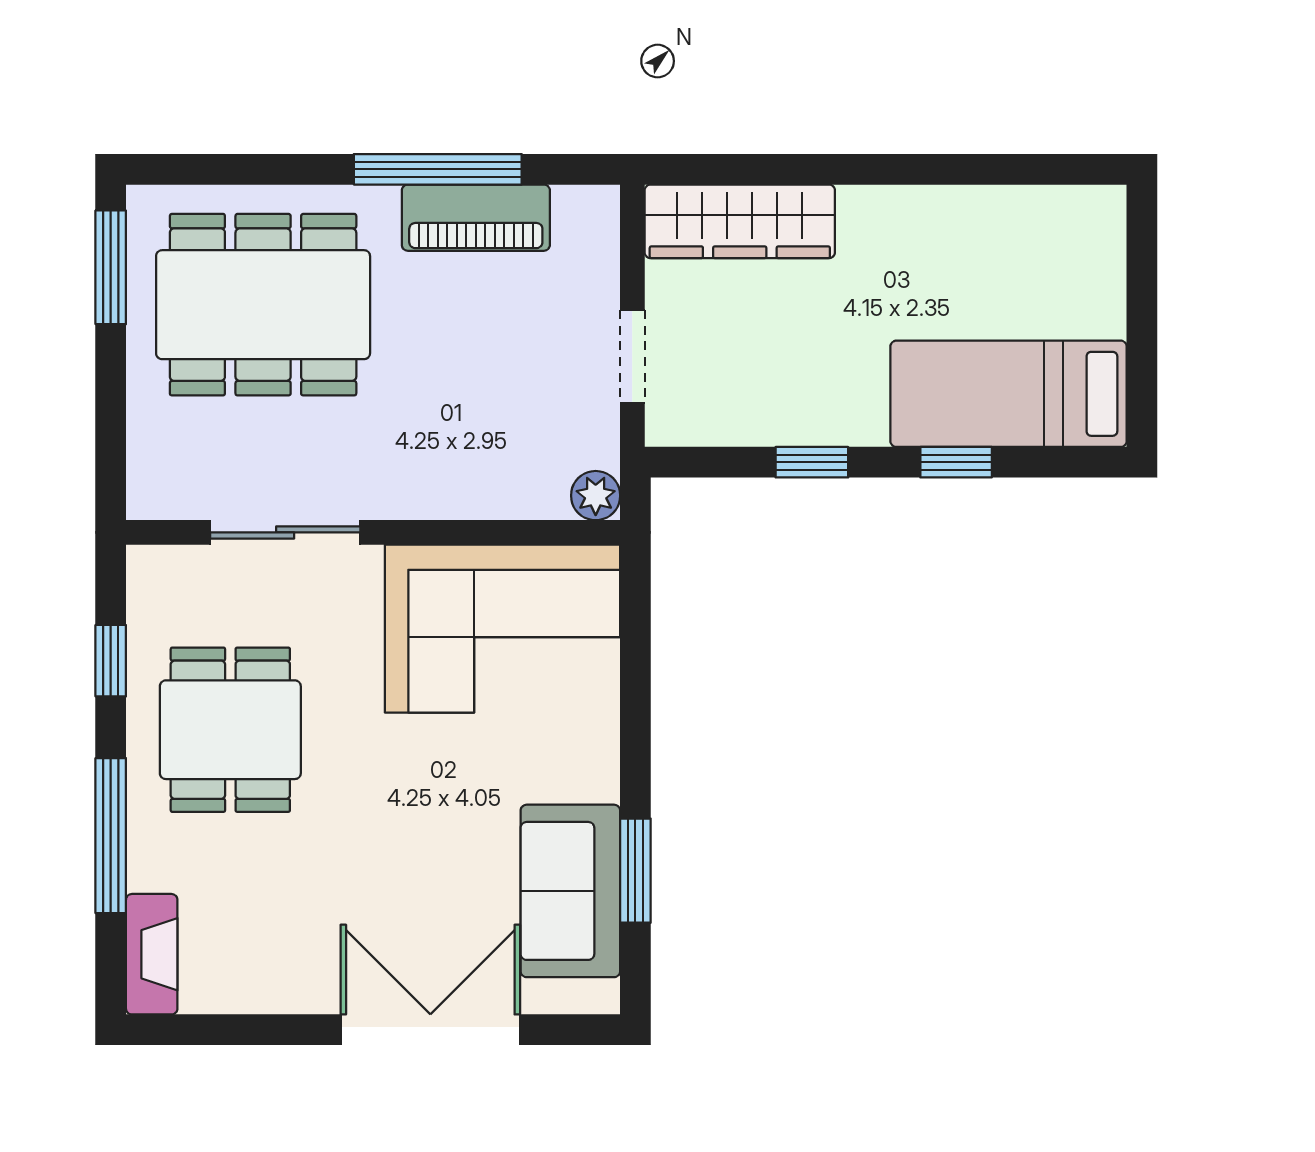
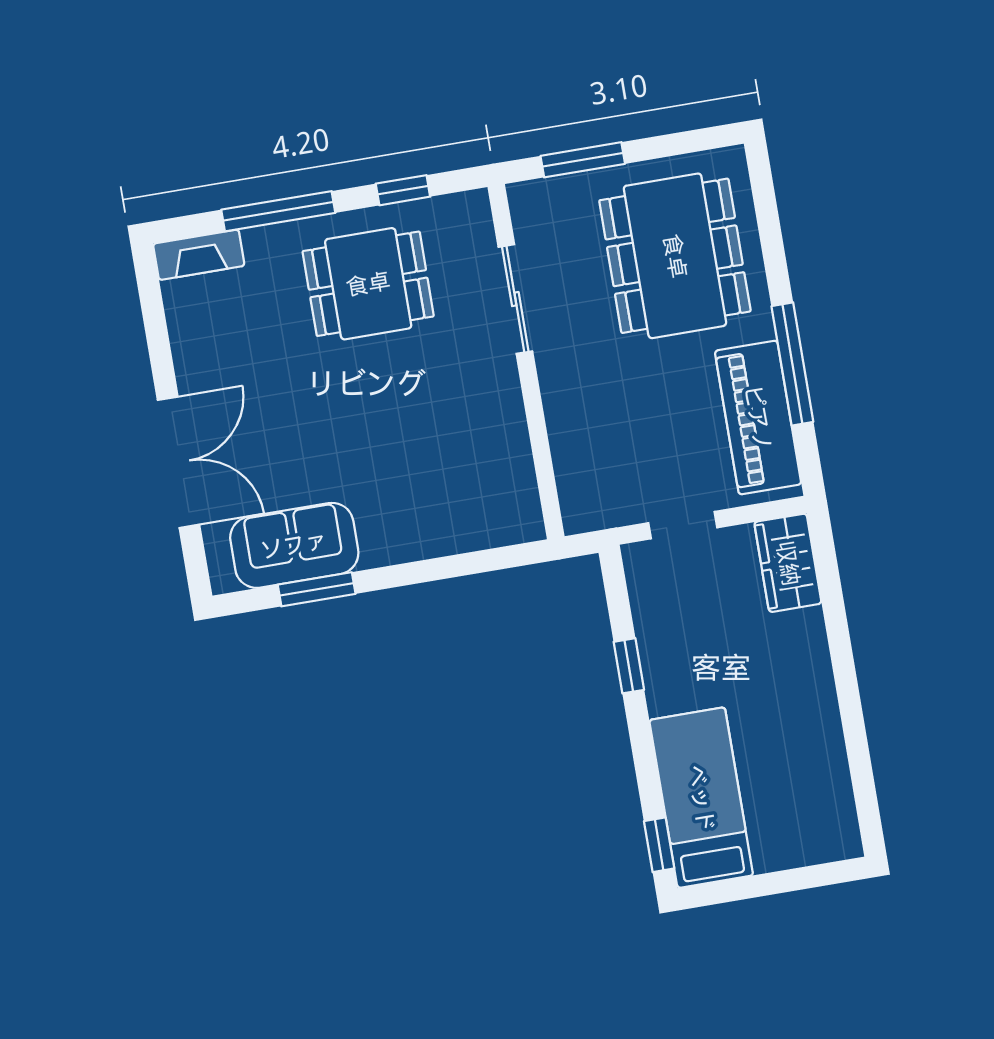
piano: (476, 218) -> (758, 418), width x1.37, depth x1.33
wardrobe: (740, 221) -> (788, 563), width x0.67
window: (111, 267) -> (583, 160), moved
window: (956, 462) -> (659, 845), moved
plant: (596, 496) -> (579, 516), removed
corner sofa: (503, 629) -> (473, 465), removed

